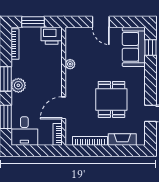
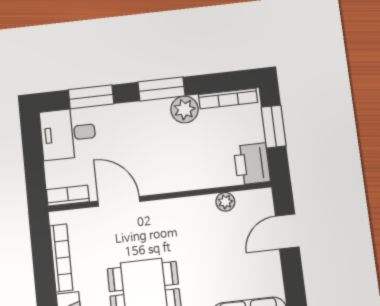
door: (101, 22) -> (287, 231), moved
plant: (70, 64) -> (225, 202), moved
plant: (18, 85) -> (184, 109), moved

